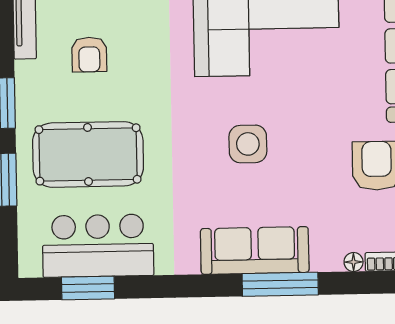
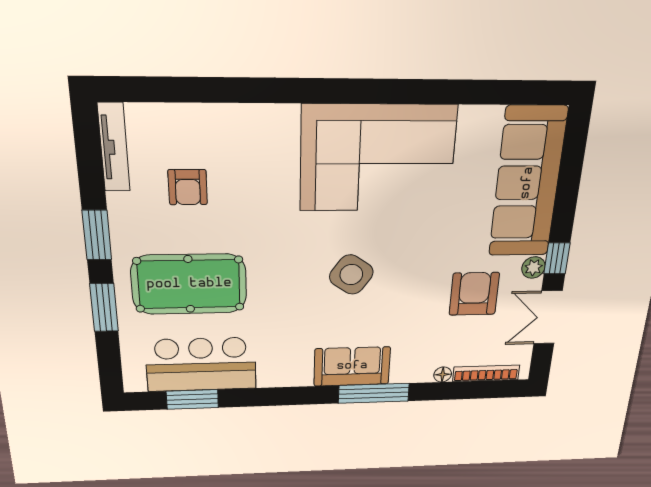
side table: (248, 144) -> (351, 275), turned 35
sofa: (255, 250) -> (352, 366), width x0.73

